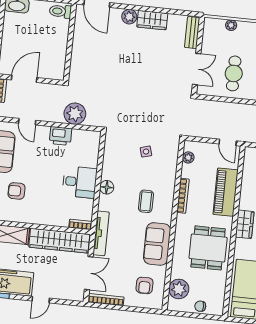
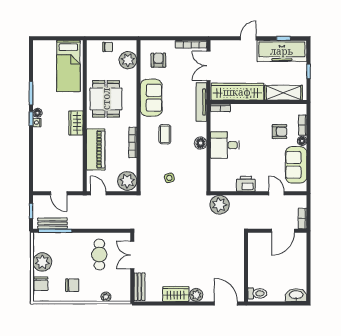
plant: (75, 114) -> (219, 205), moved
plant: (188, 157) -> (127, 181), width x1.88, depth x1.88

